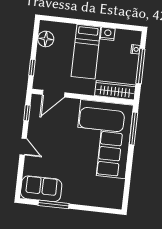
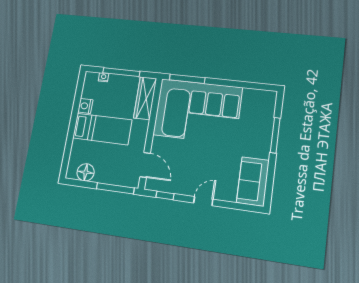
window: (32, 68) -> (115, 188), width x2.17
window: (54, 204) -> (275, 135), moved

